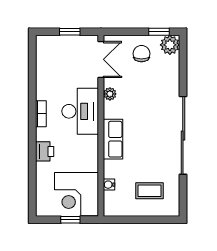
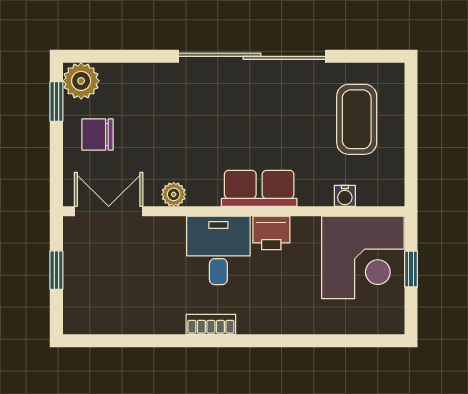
desk: (80, 111) -> (218, 250), width x0.73
printer: (45, 151) -> (271, 233), moved, turned 180
coffee table: (150, 191) -> (357, 119), width x1.36, depth x1.30

